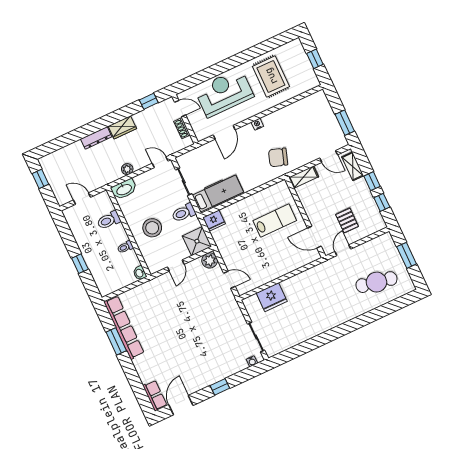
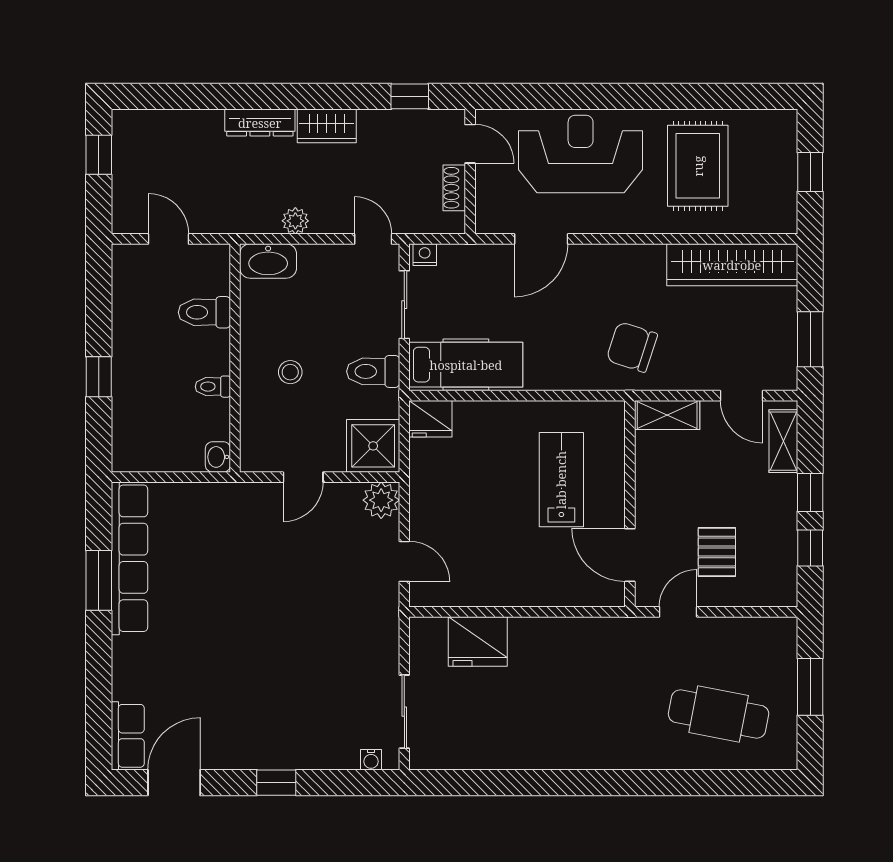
wardrobe: (302, 108) -> (732, 265), added
nightstand: (257, 124) -> (425, 255), moved
lab bench: (275, 221) -> (561, 480), turned -90
stool: (152, 228) -> (290, 372), width x0.53, depth x0.53

